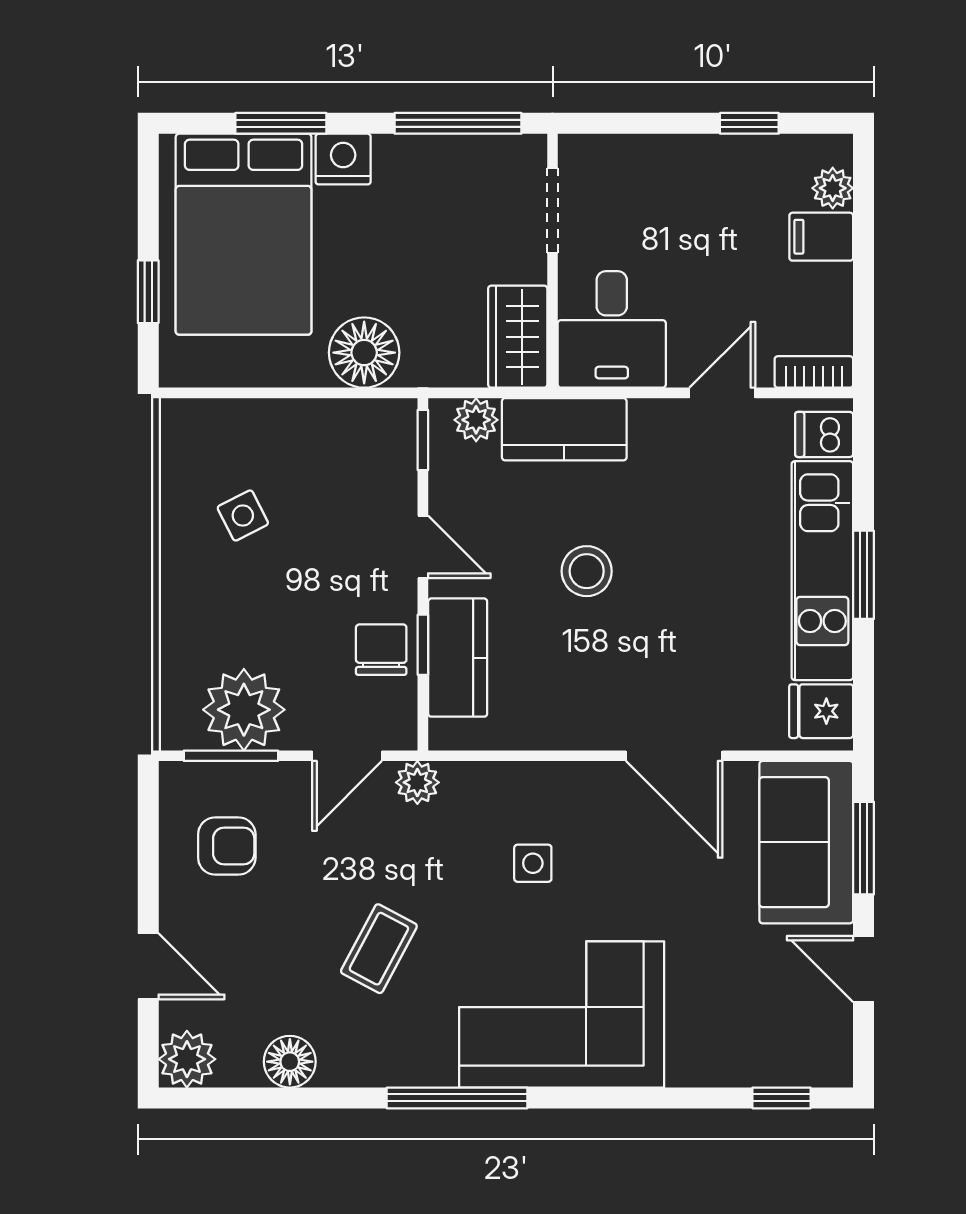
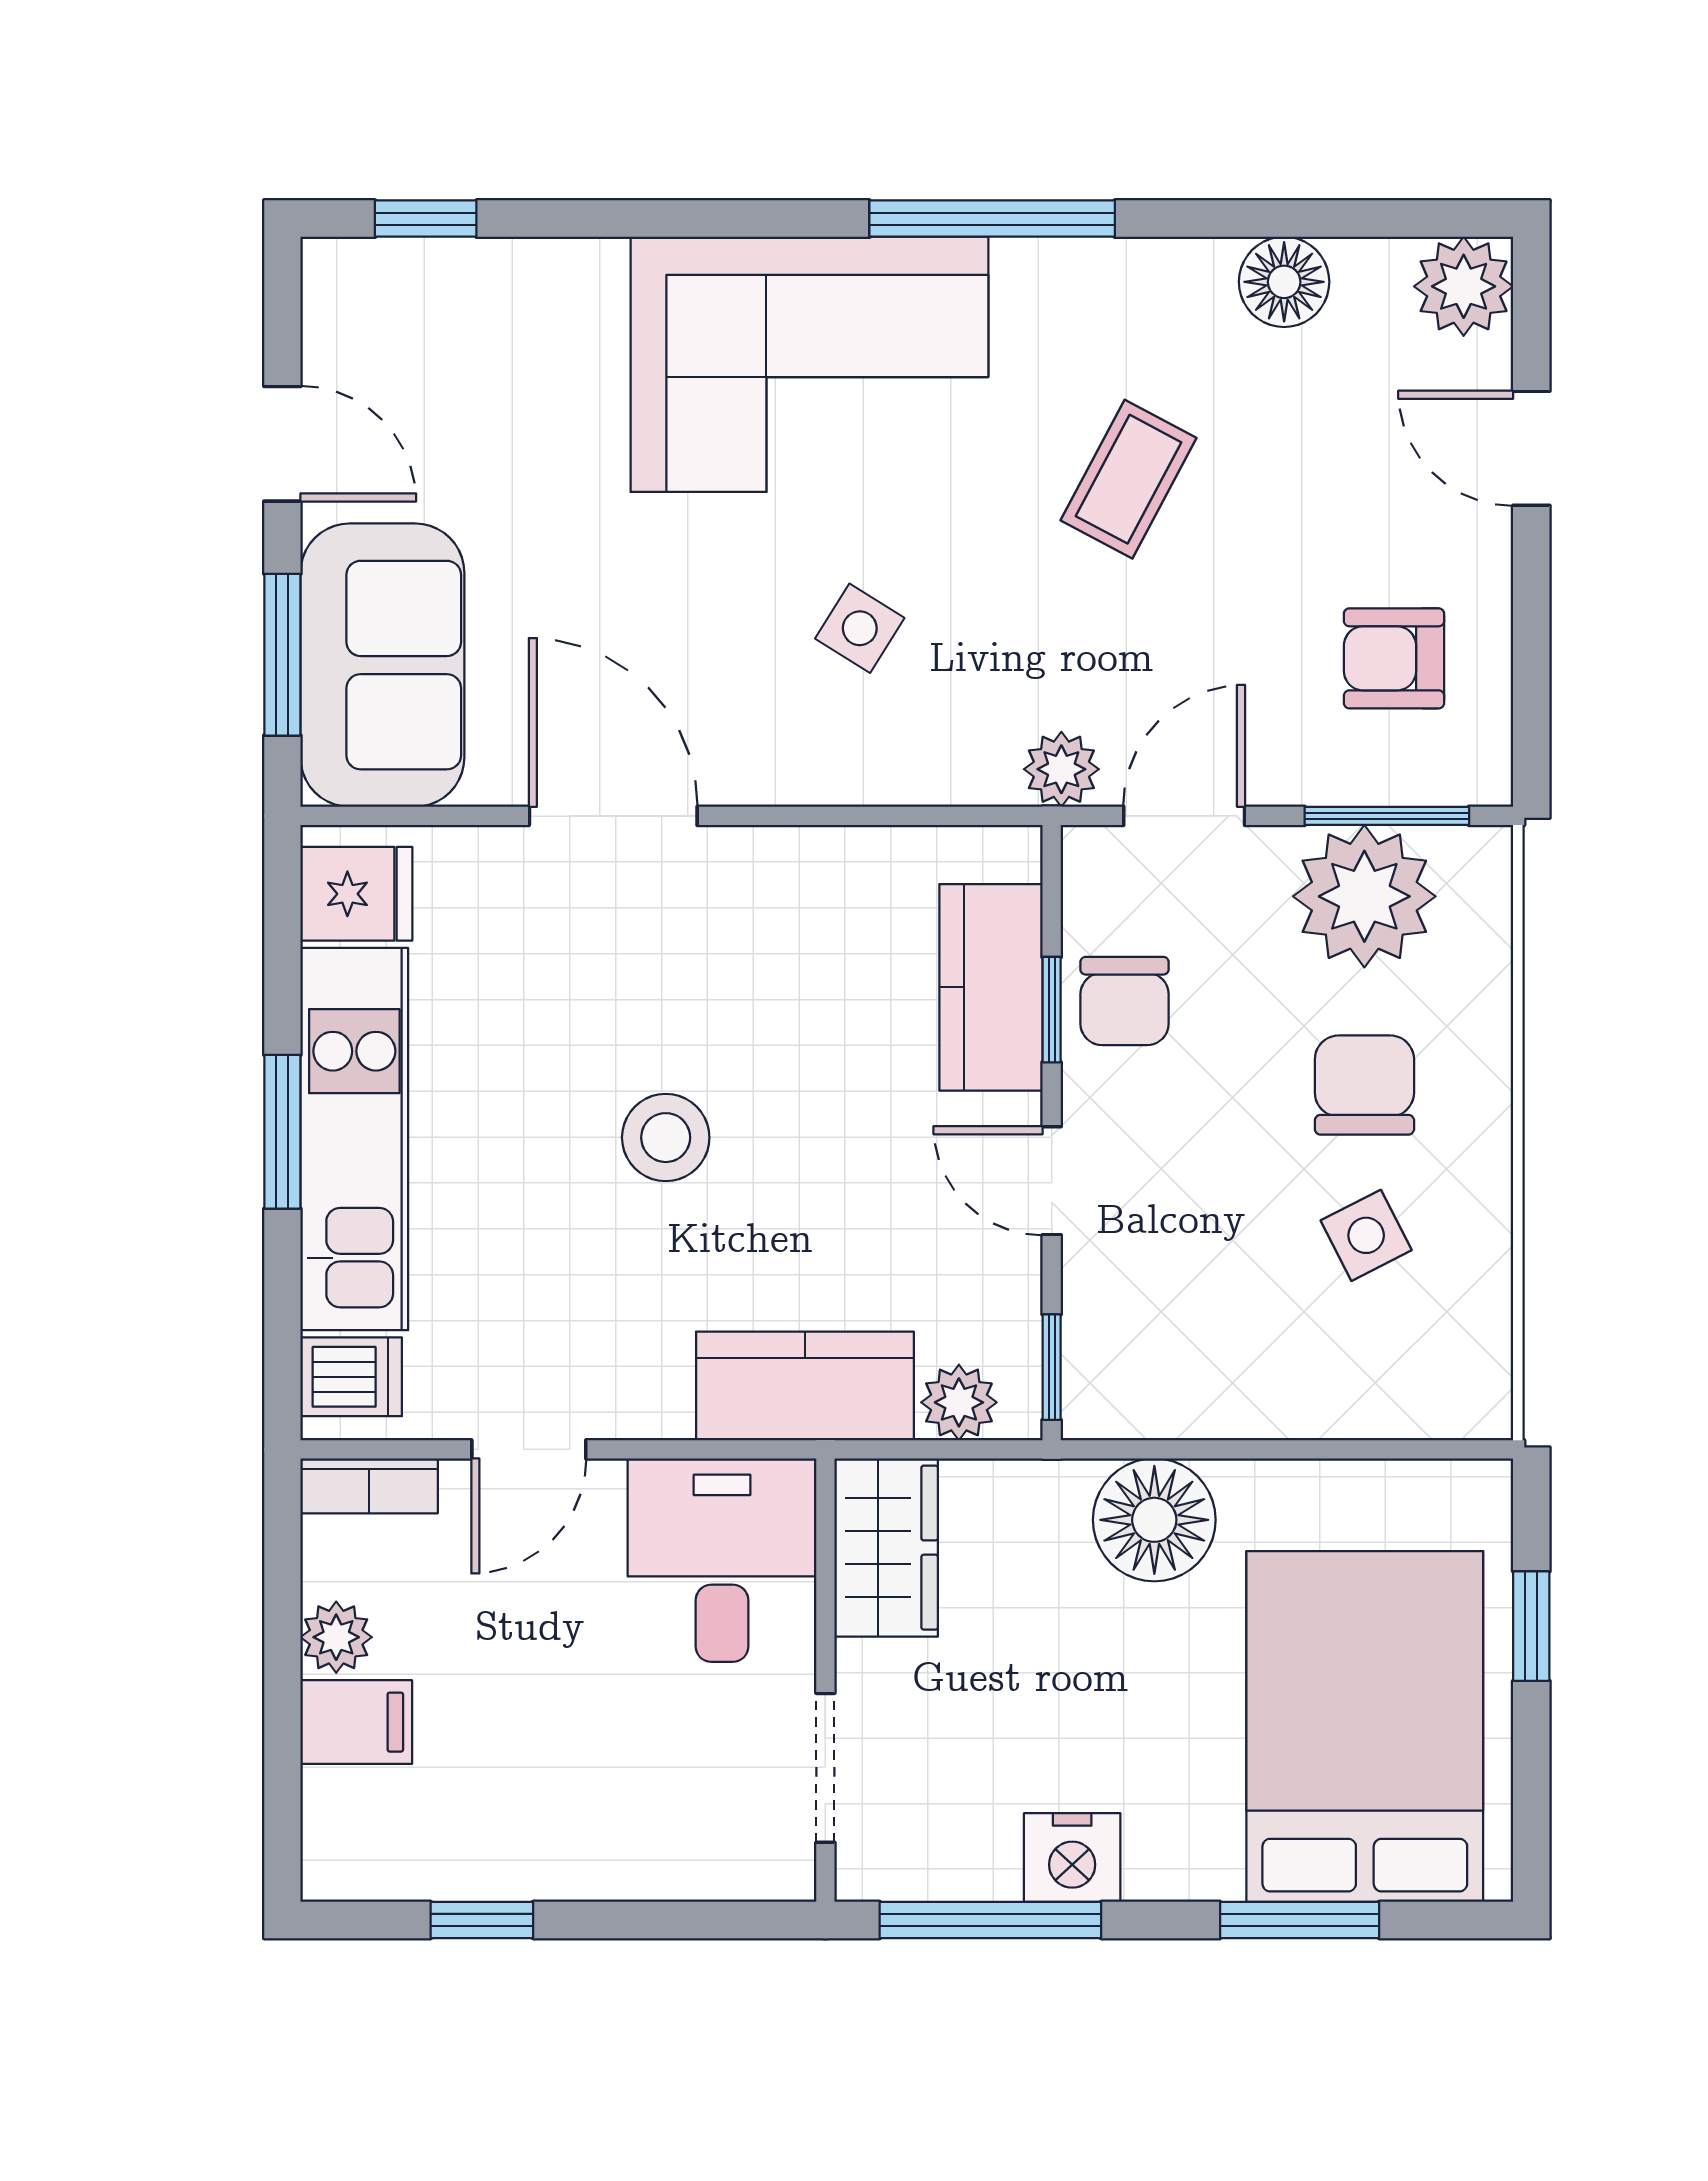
nightstand: (343, 159) -> (1072, 1858), moved
plant: (833, 188) -> (336, 1637), moved
stool: (587, 571) -> (666, 1138), moved
chair: (244, 602) -> (1364, 1085), added
side table: (533, 863) -> (860, 628), turned 32

